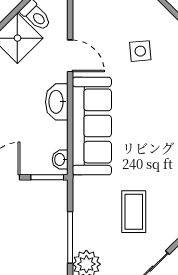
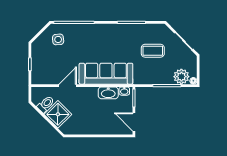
side table: (140, 51) -> (58, 39), moved
washbasin: (57, 102) -> (108, 93), moved

